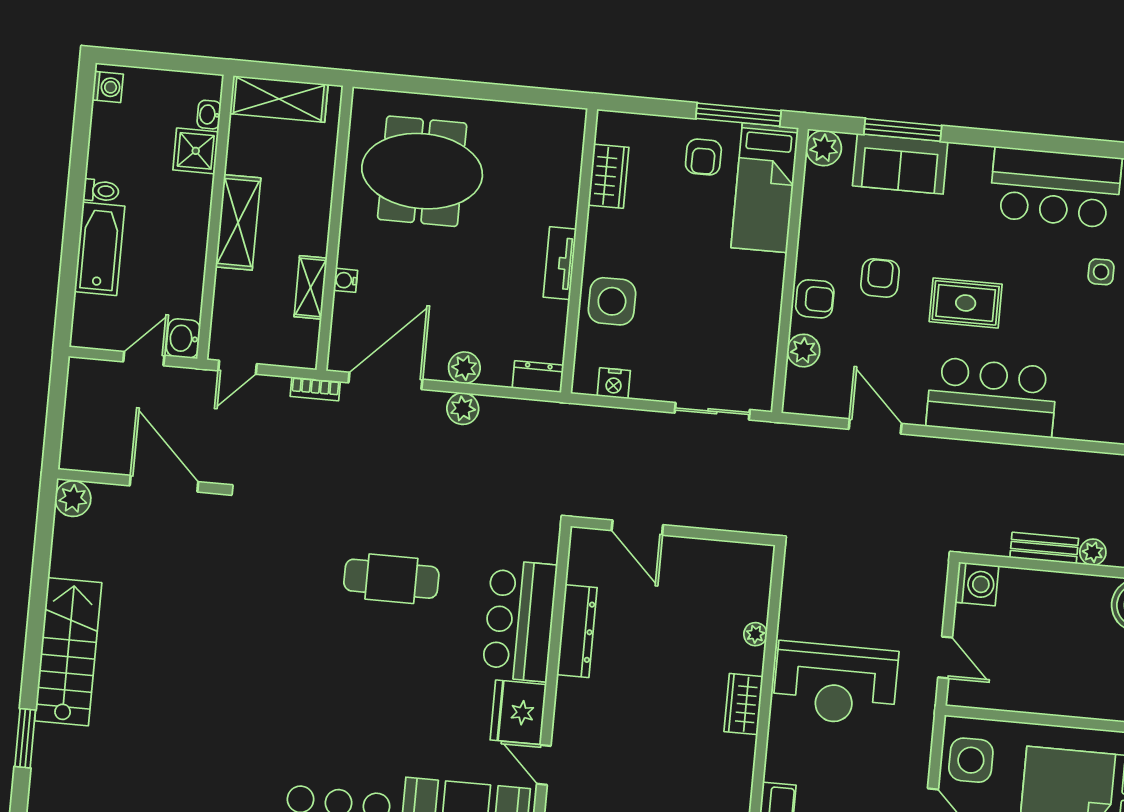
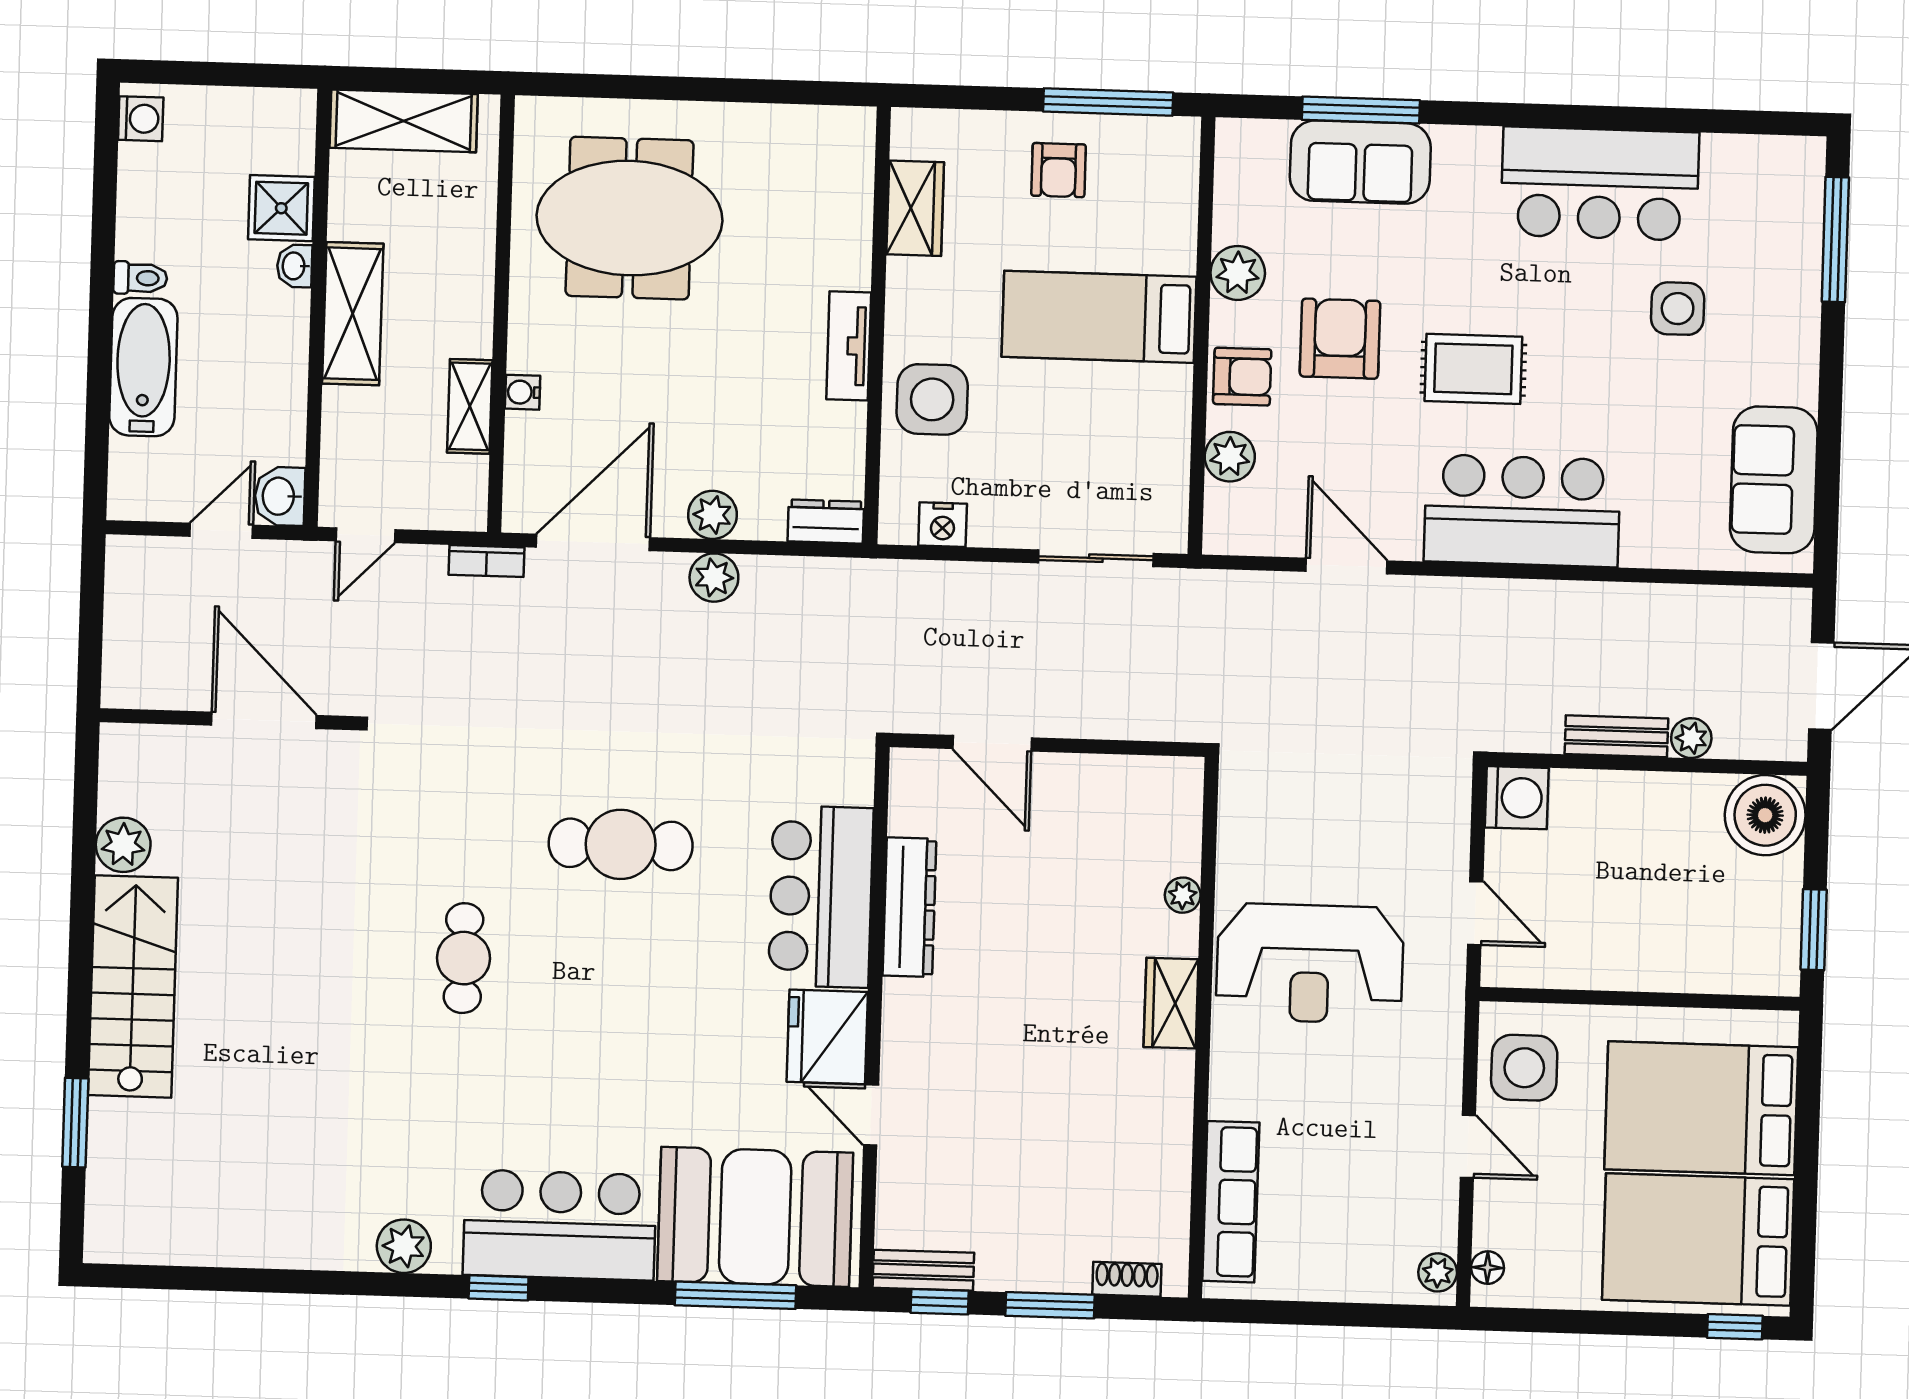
washbasin: (209, 115) -> (295, 266), moved
plant: (824, 148) -> (1238, 273), moved
bed: (765, 188) -> (1099, 317), moved, turned 90
side table: (1101, 272) -> (1678, 309), width x1.37, depth x1.37
armchair: (880, 278) -> (1340, 339), width x1.38, depth x1.38
plant: (73, 499) -> (123, 845), moved
cafe table: (285, 647) -> (463, 958), added

